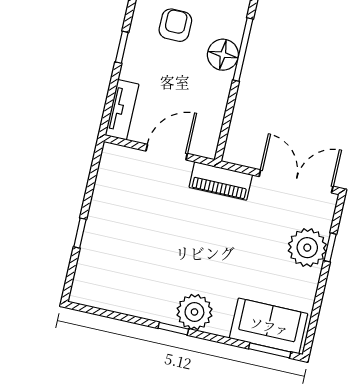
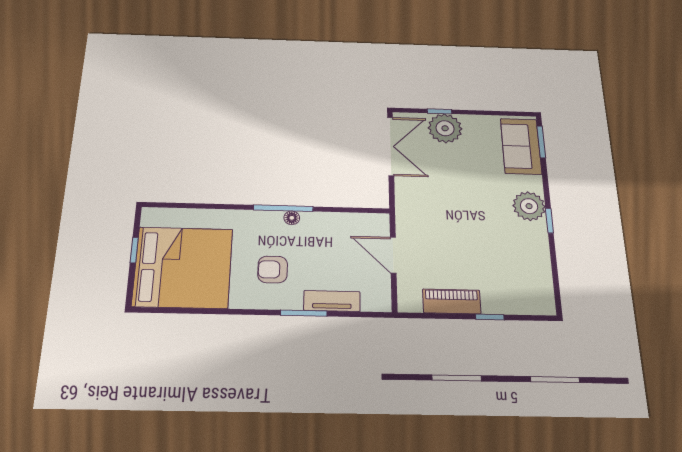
window: (122, 47) -> (304, 313), width x1.50
floor lamp: (223, 55) -> (292, 218), width x0.53, depth x0.53
tv unit: (122, 110) -> (332, 301), moved
piano: (221, 181) -> (452, 301), moved, turned -90
double door: (296, 181) -> (391, 146), swing flipped

